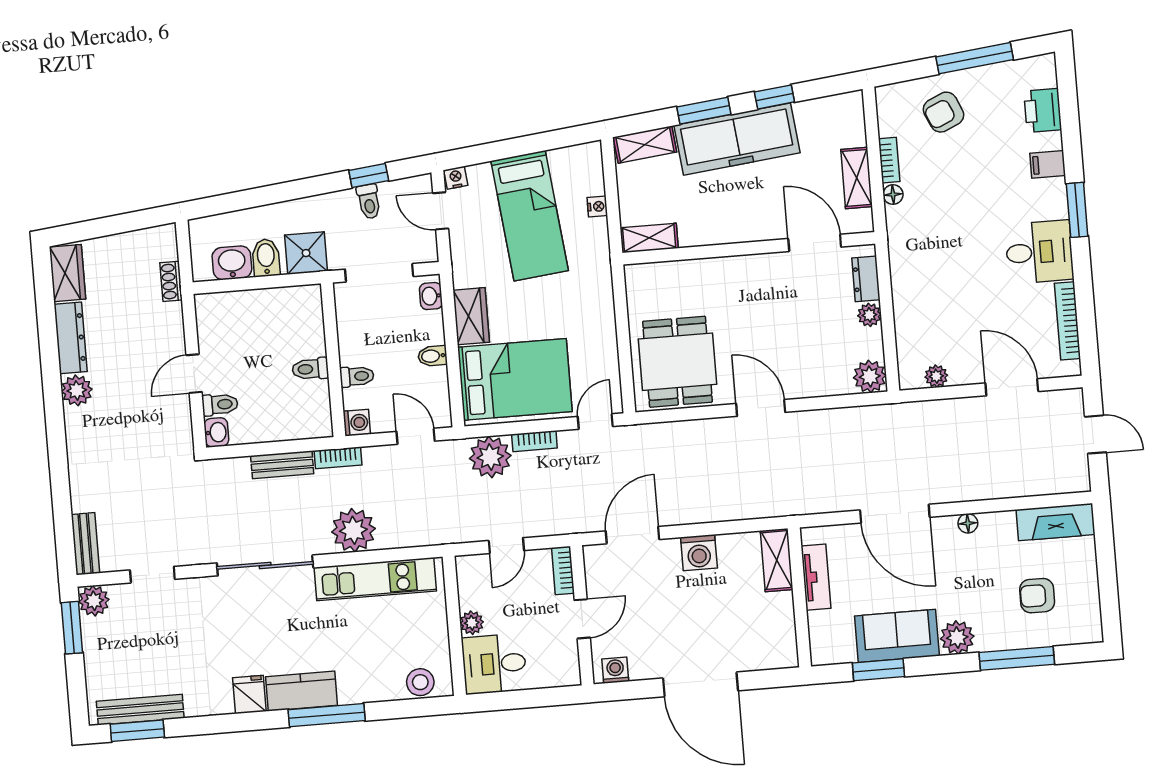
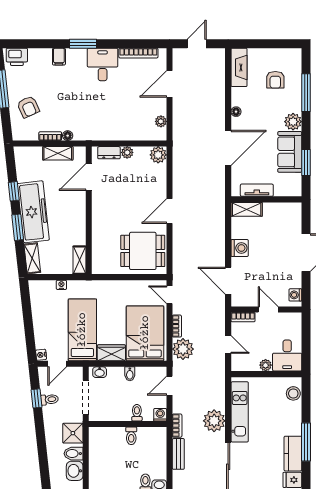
printer: (1043, 110) -> (17, 57), moved
bed: (530, 216) -> (82, 330), moved, turned -84

